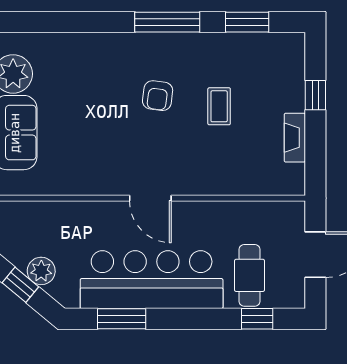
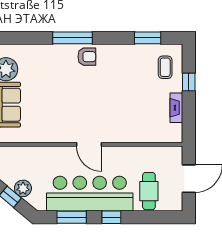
window: (167, 22) -> (72, 38), moved
armchair: (158, 96) -> (87, 57), moved, turned -97
coffee table: (219, 106) -> (165, 67), moved
window: (257, 319) -> (111, 217), moved

